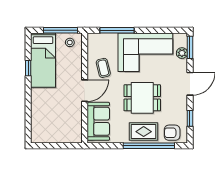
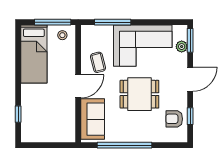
window: (28, 68) -> (18, 114), moved
rug: (144, 132) -> (141, 130), removed
armchair: (172, 133) -> (174, 119), moved
window: (149, 146) -> (125, 145), moved

